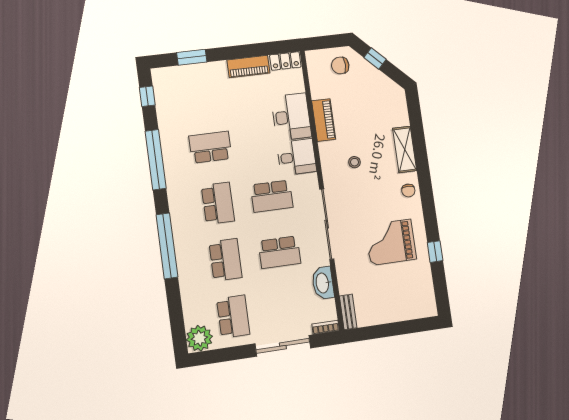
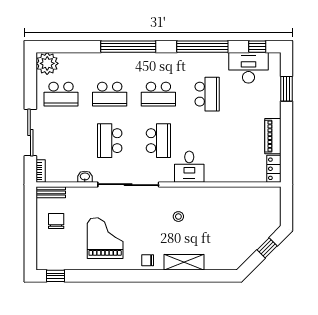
chair: (340, 65) -> (56, 221), moved
desk: (291, 117) -> (248, 68), moved, turned 180
piano: (324, 120) -> (218, 195), removed
school desk: (272, 196) -> (158, 141), turned 180
window: (435, 252) -> (55, 276), moved
washbasin: (323, 283) -> (85, 177), width x0.52, depth x0.69

